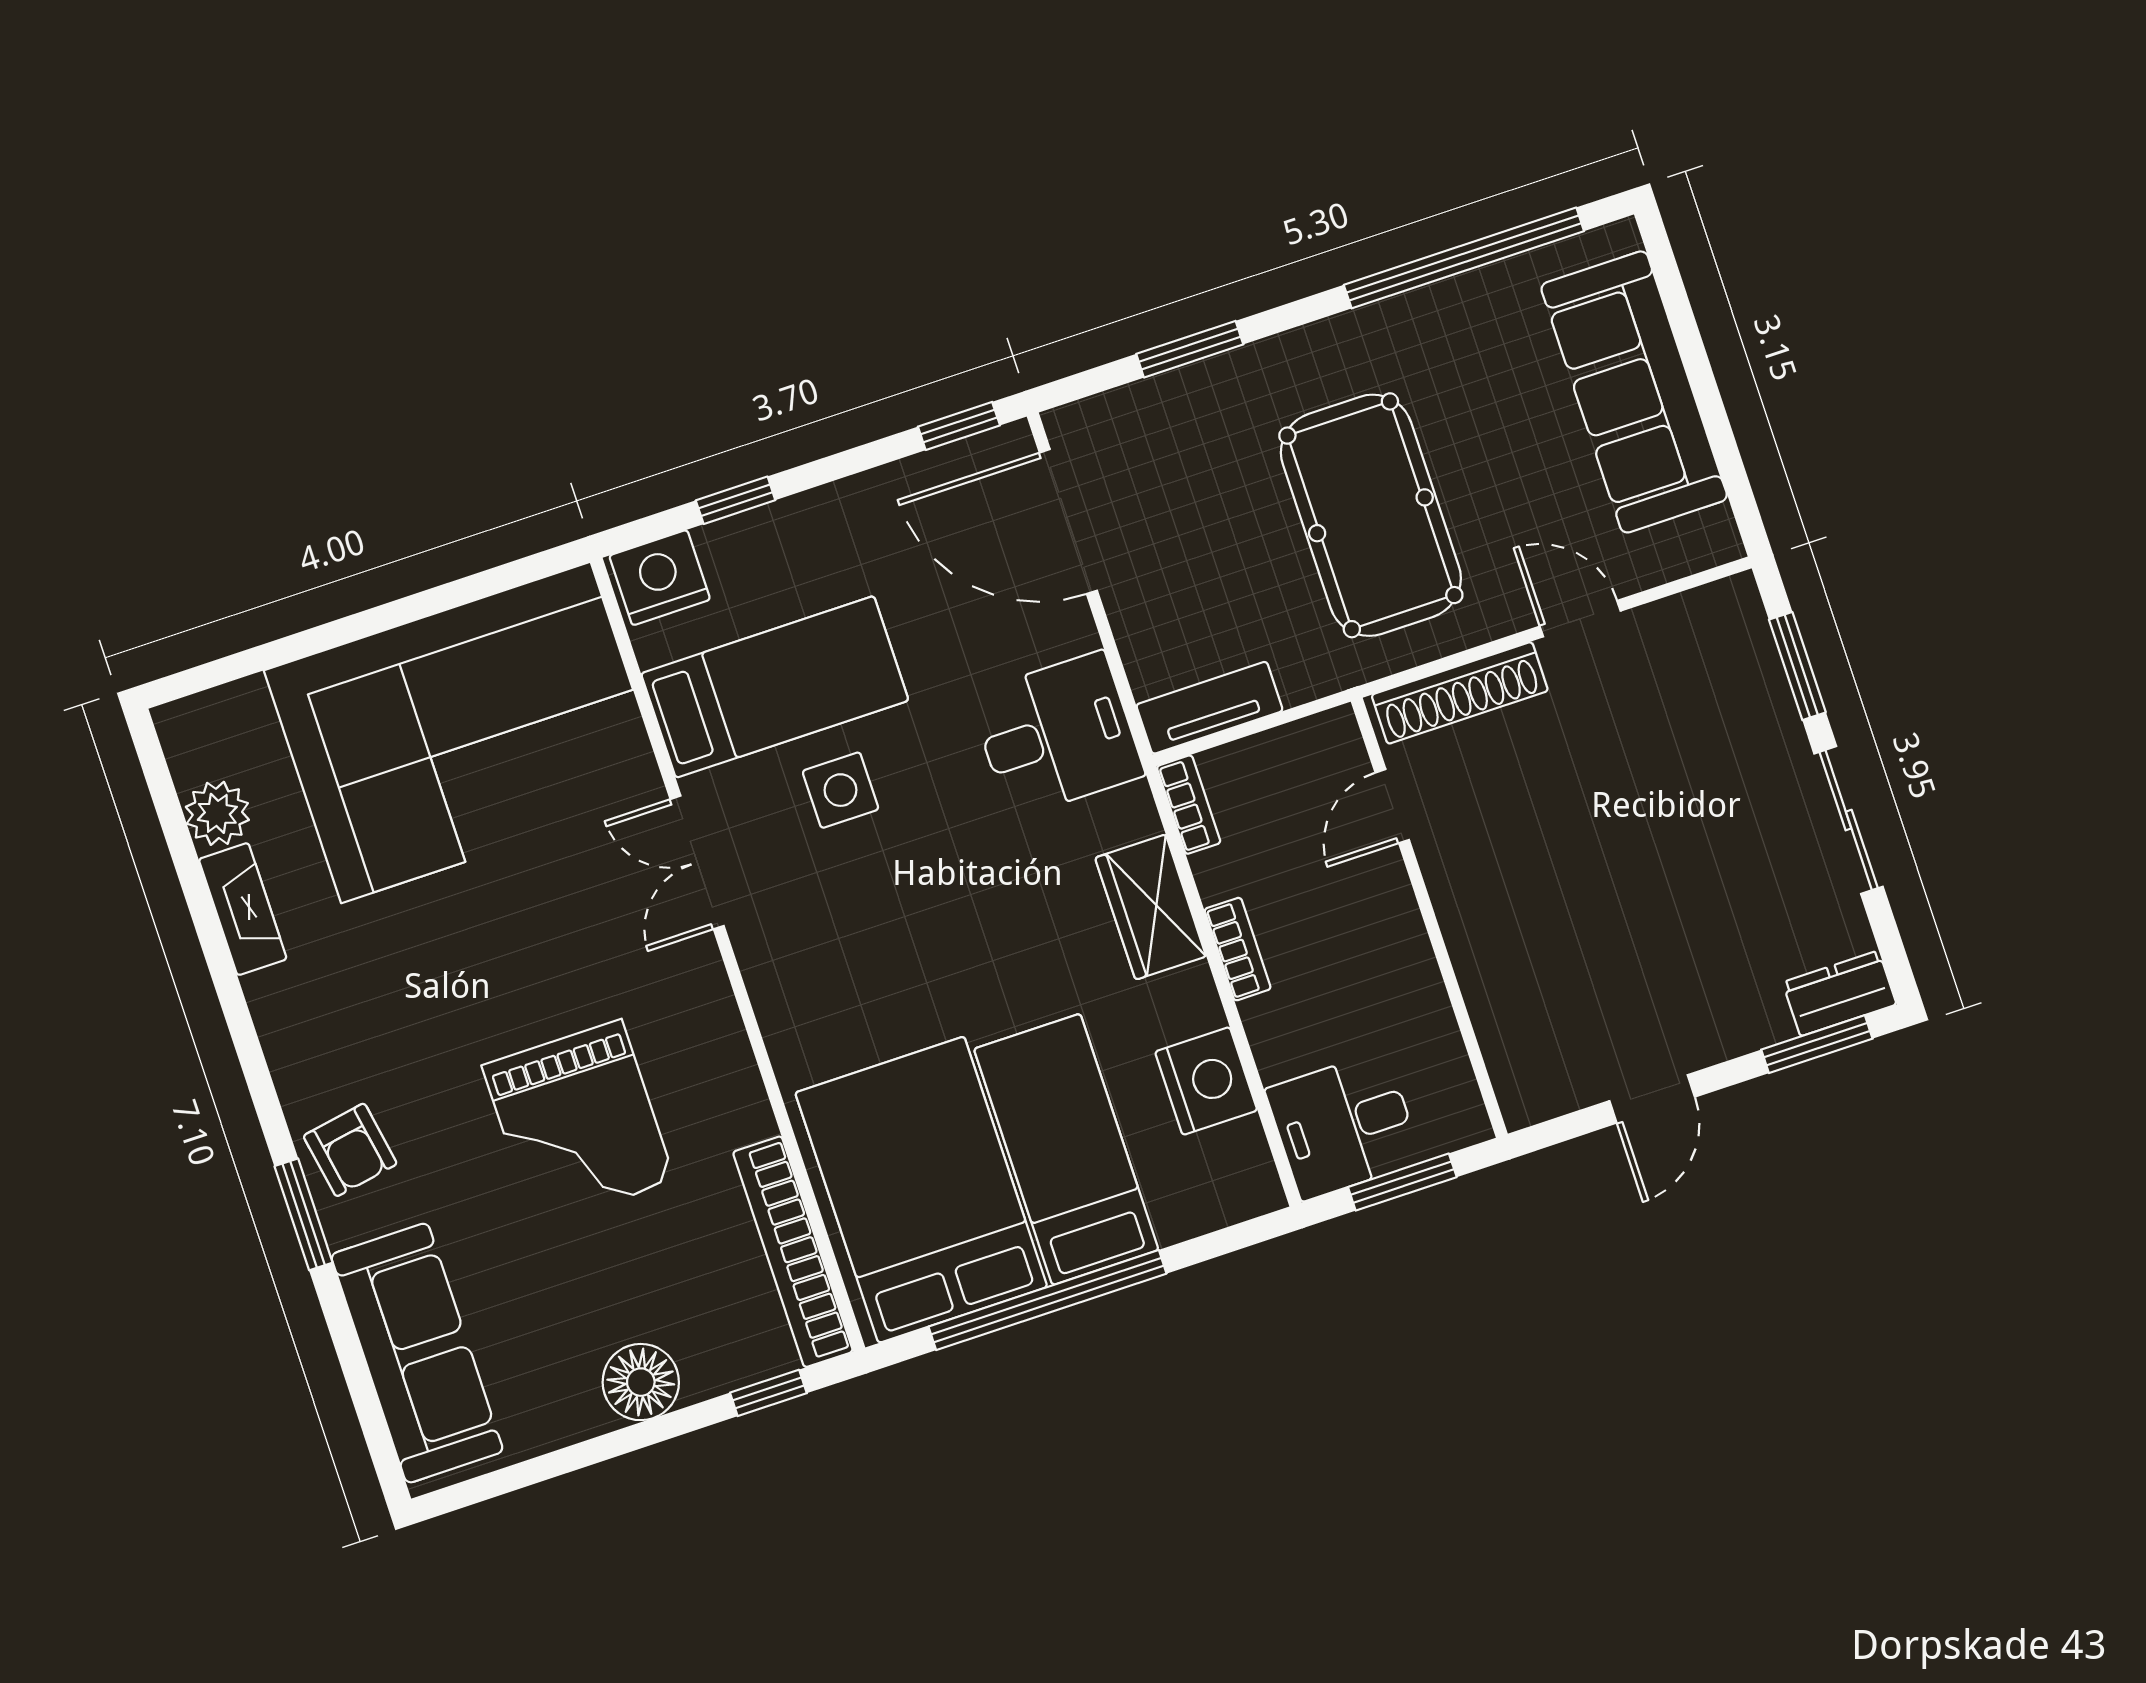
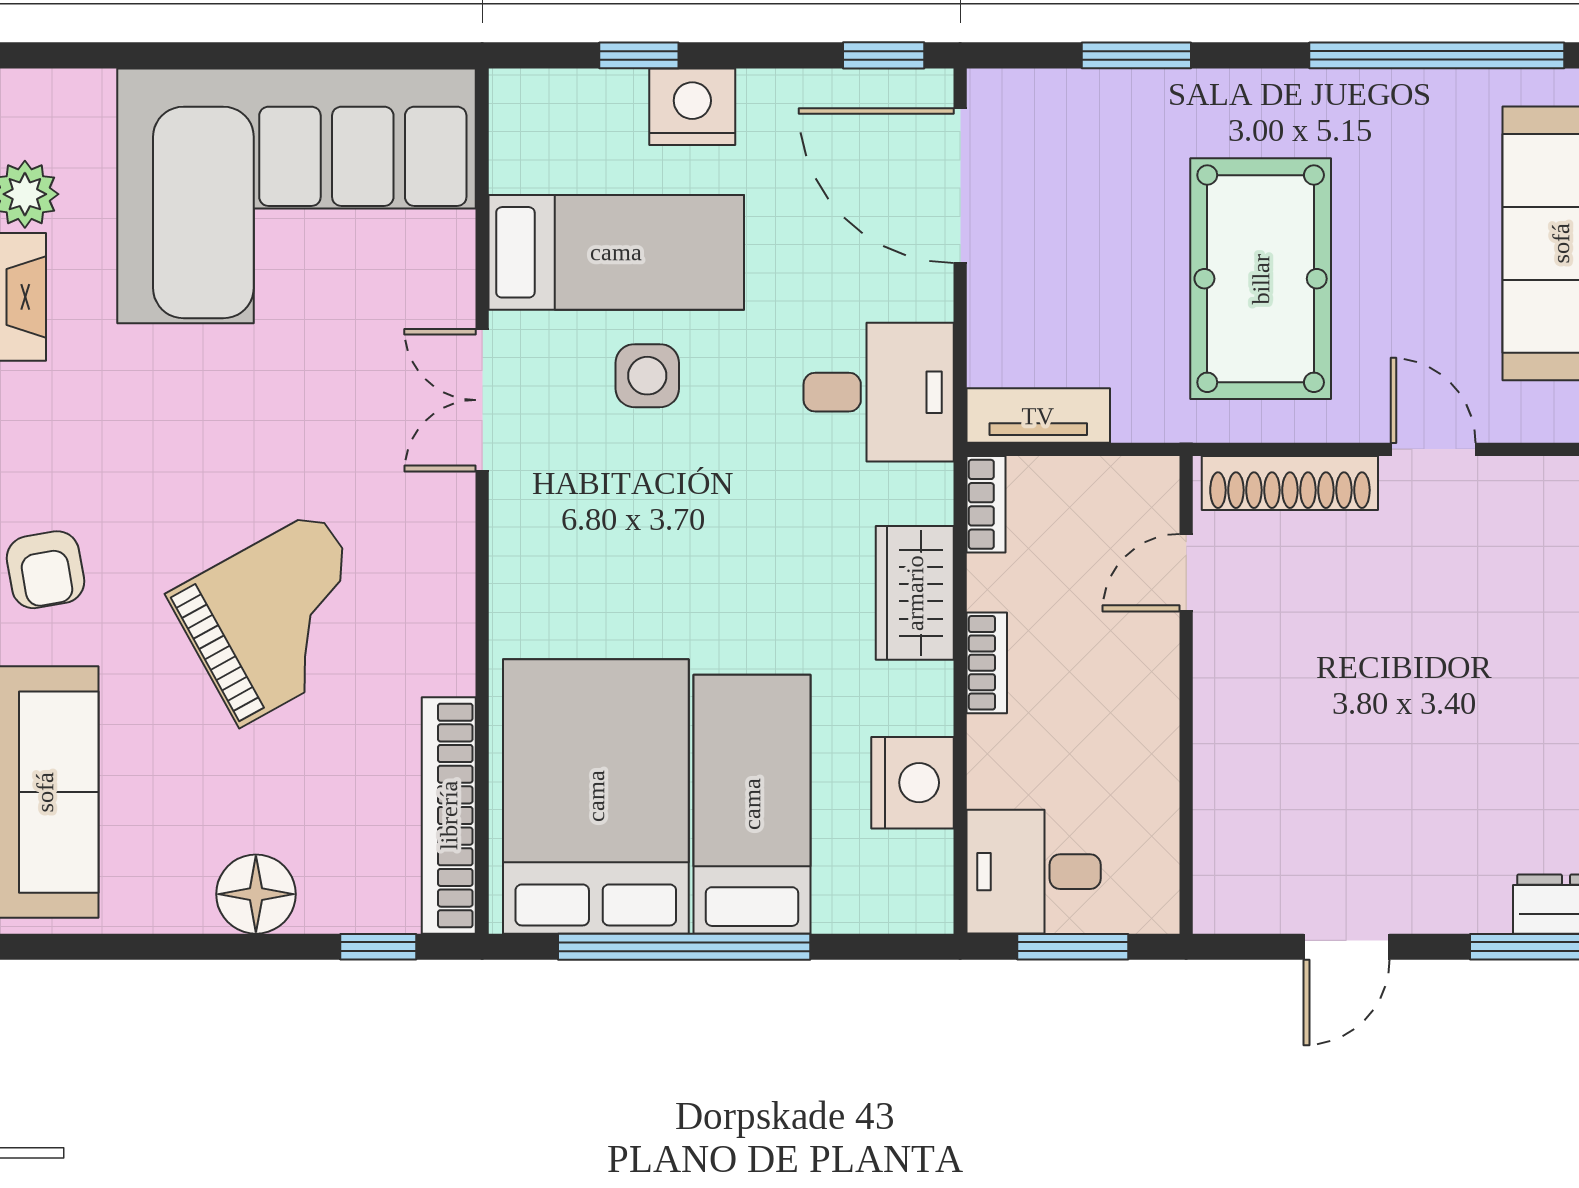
nightstand: (660, 578) -> (692, 107), moved
grand piano: (578, 1123) -> (279, 618), turned -119

